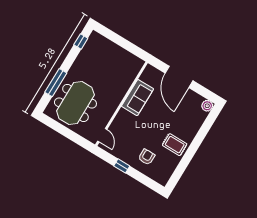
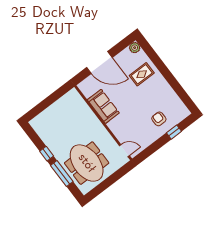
window: (81, 41) -> (47, 154), moved
rug: (175, 145) -> (142, 74), moved
window: (122, 166) -> (174, 132), moved

